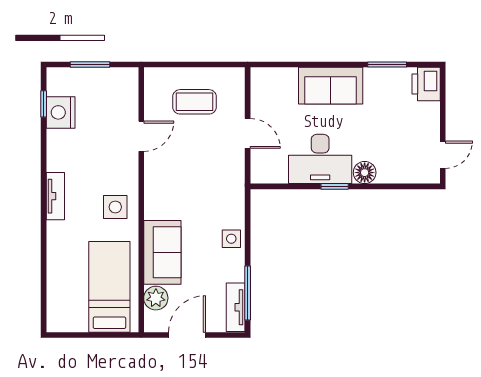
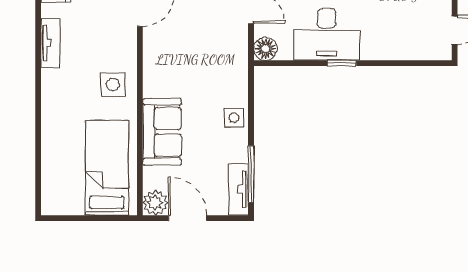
floor lamp: (365, 173) -> (265, 49), moved
tv unit: (55, 196) -> (50, 43), moved
plant: (156, 298) -> (155, 203), moved
door: (187, 335) -> (188, 218), hinge flipped

